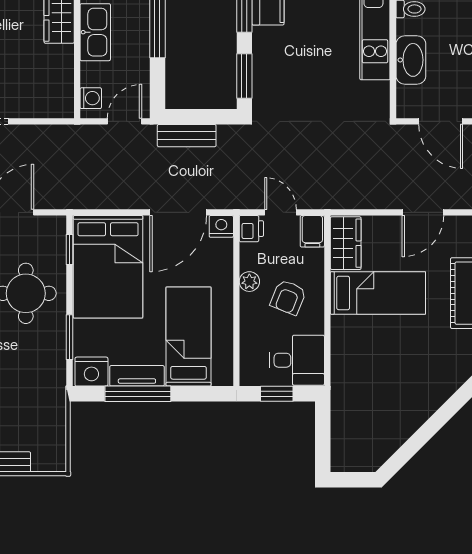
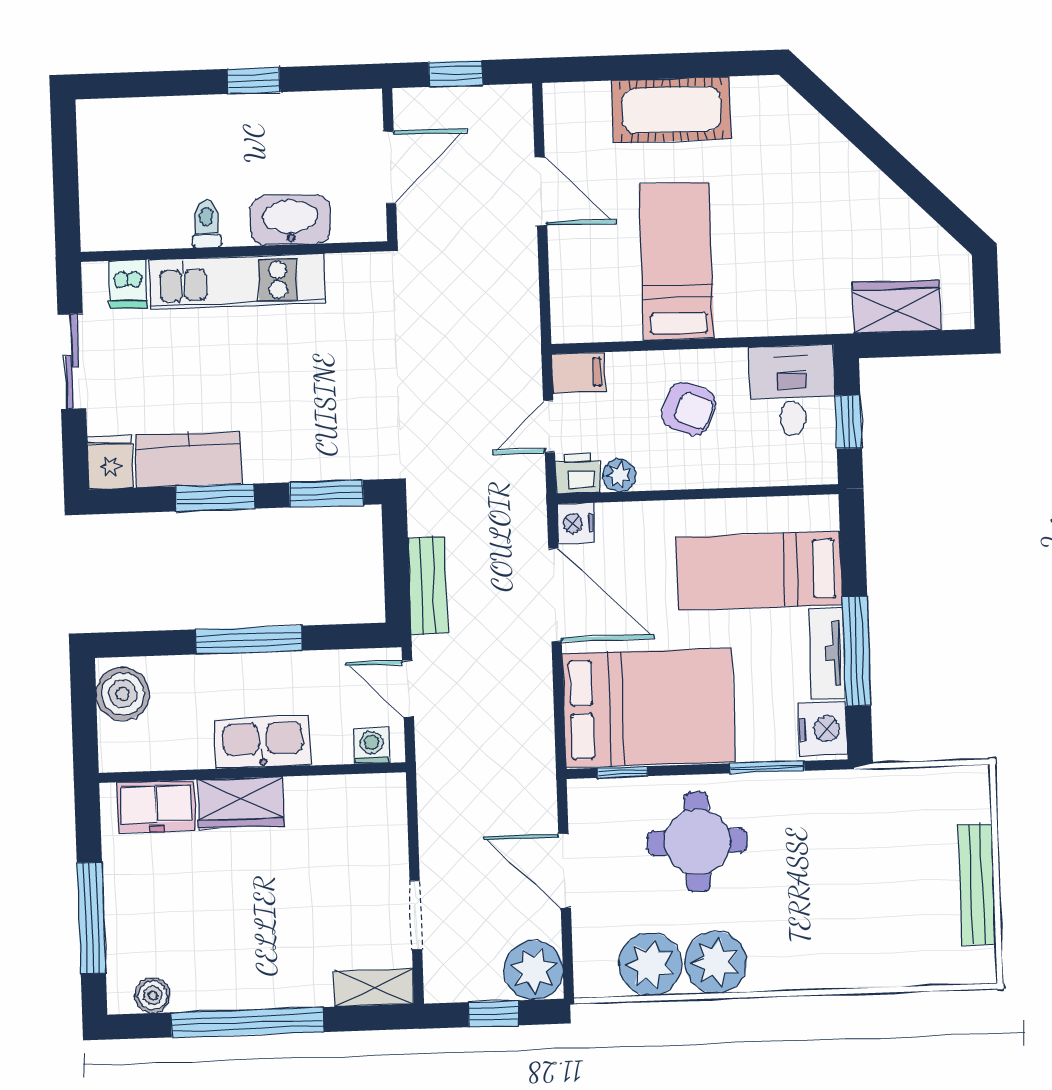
wardrobe: (346, 243) -> (897, 307), moved
plant: (249, 282) -> (619, 475), moved

